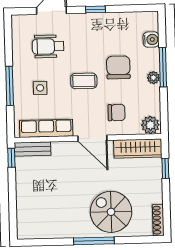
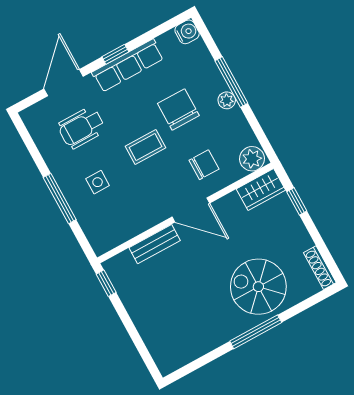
water cooler: (151, 40) -> (187, 32), moved
row of seats: (46, 128) -> (128, 65), moved, turned 180
bench: (33, 149) -> (155, 244), moved
wardrobe: (138, 149) -> (261, 189), width x0.67

